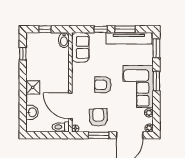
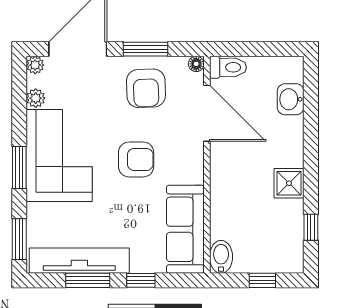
sofa: (80, 47) -> (185, 229), width x1.36
shower: (33, 87) -> (289, 183), moved

